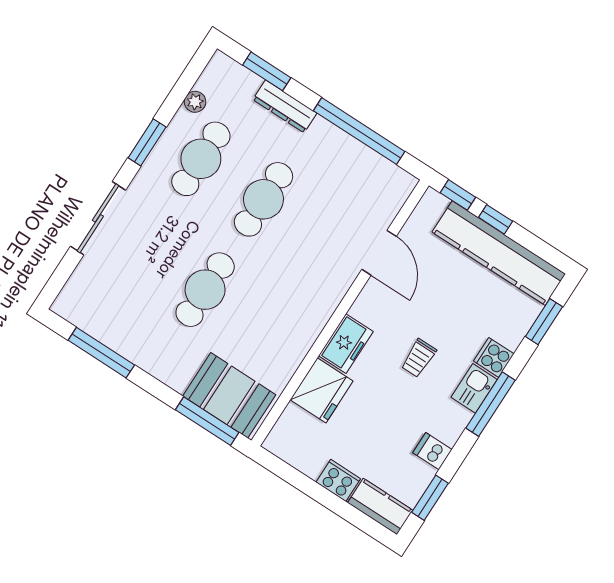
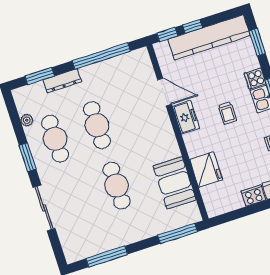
freezer: (346, 344) -> (186, 117), moved
booth: (229, 395) -> (175, 183), moved, turned 90

